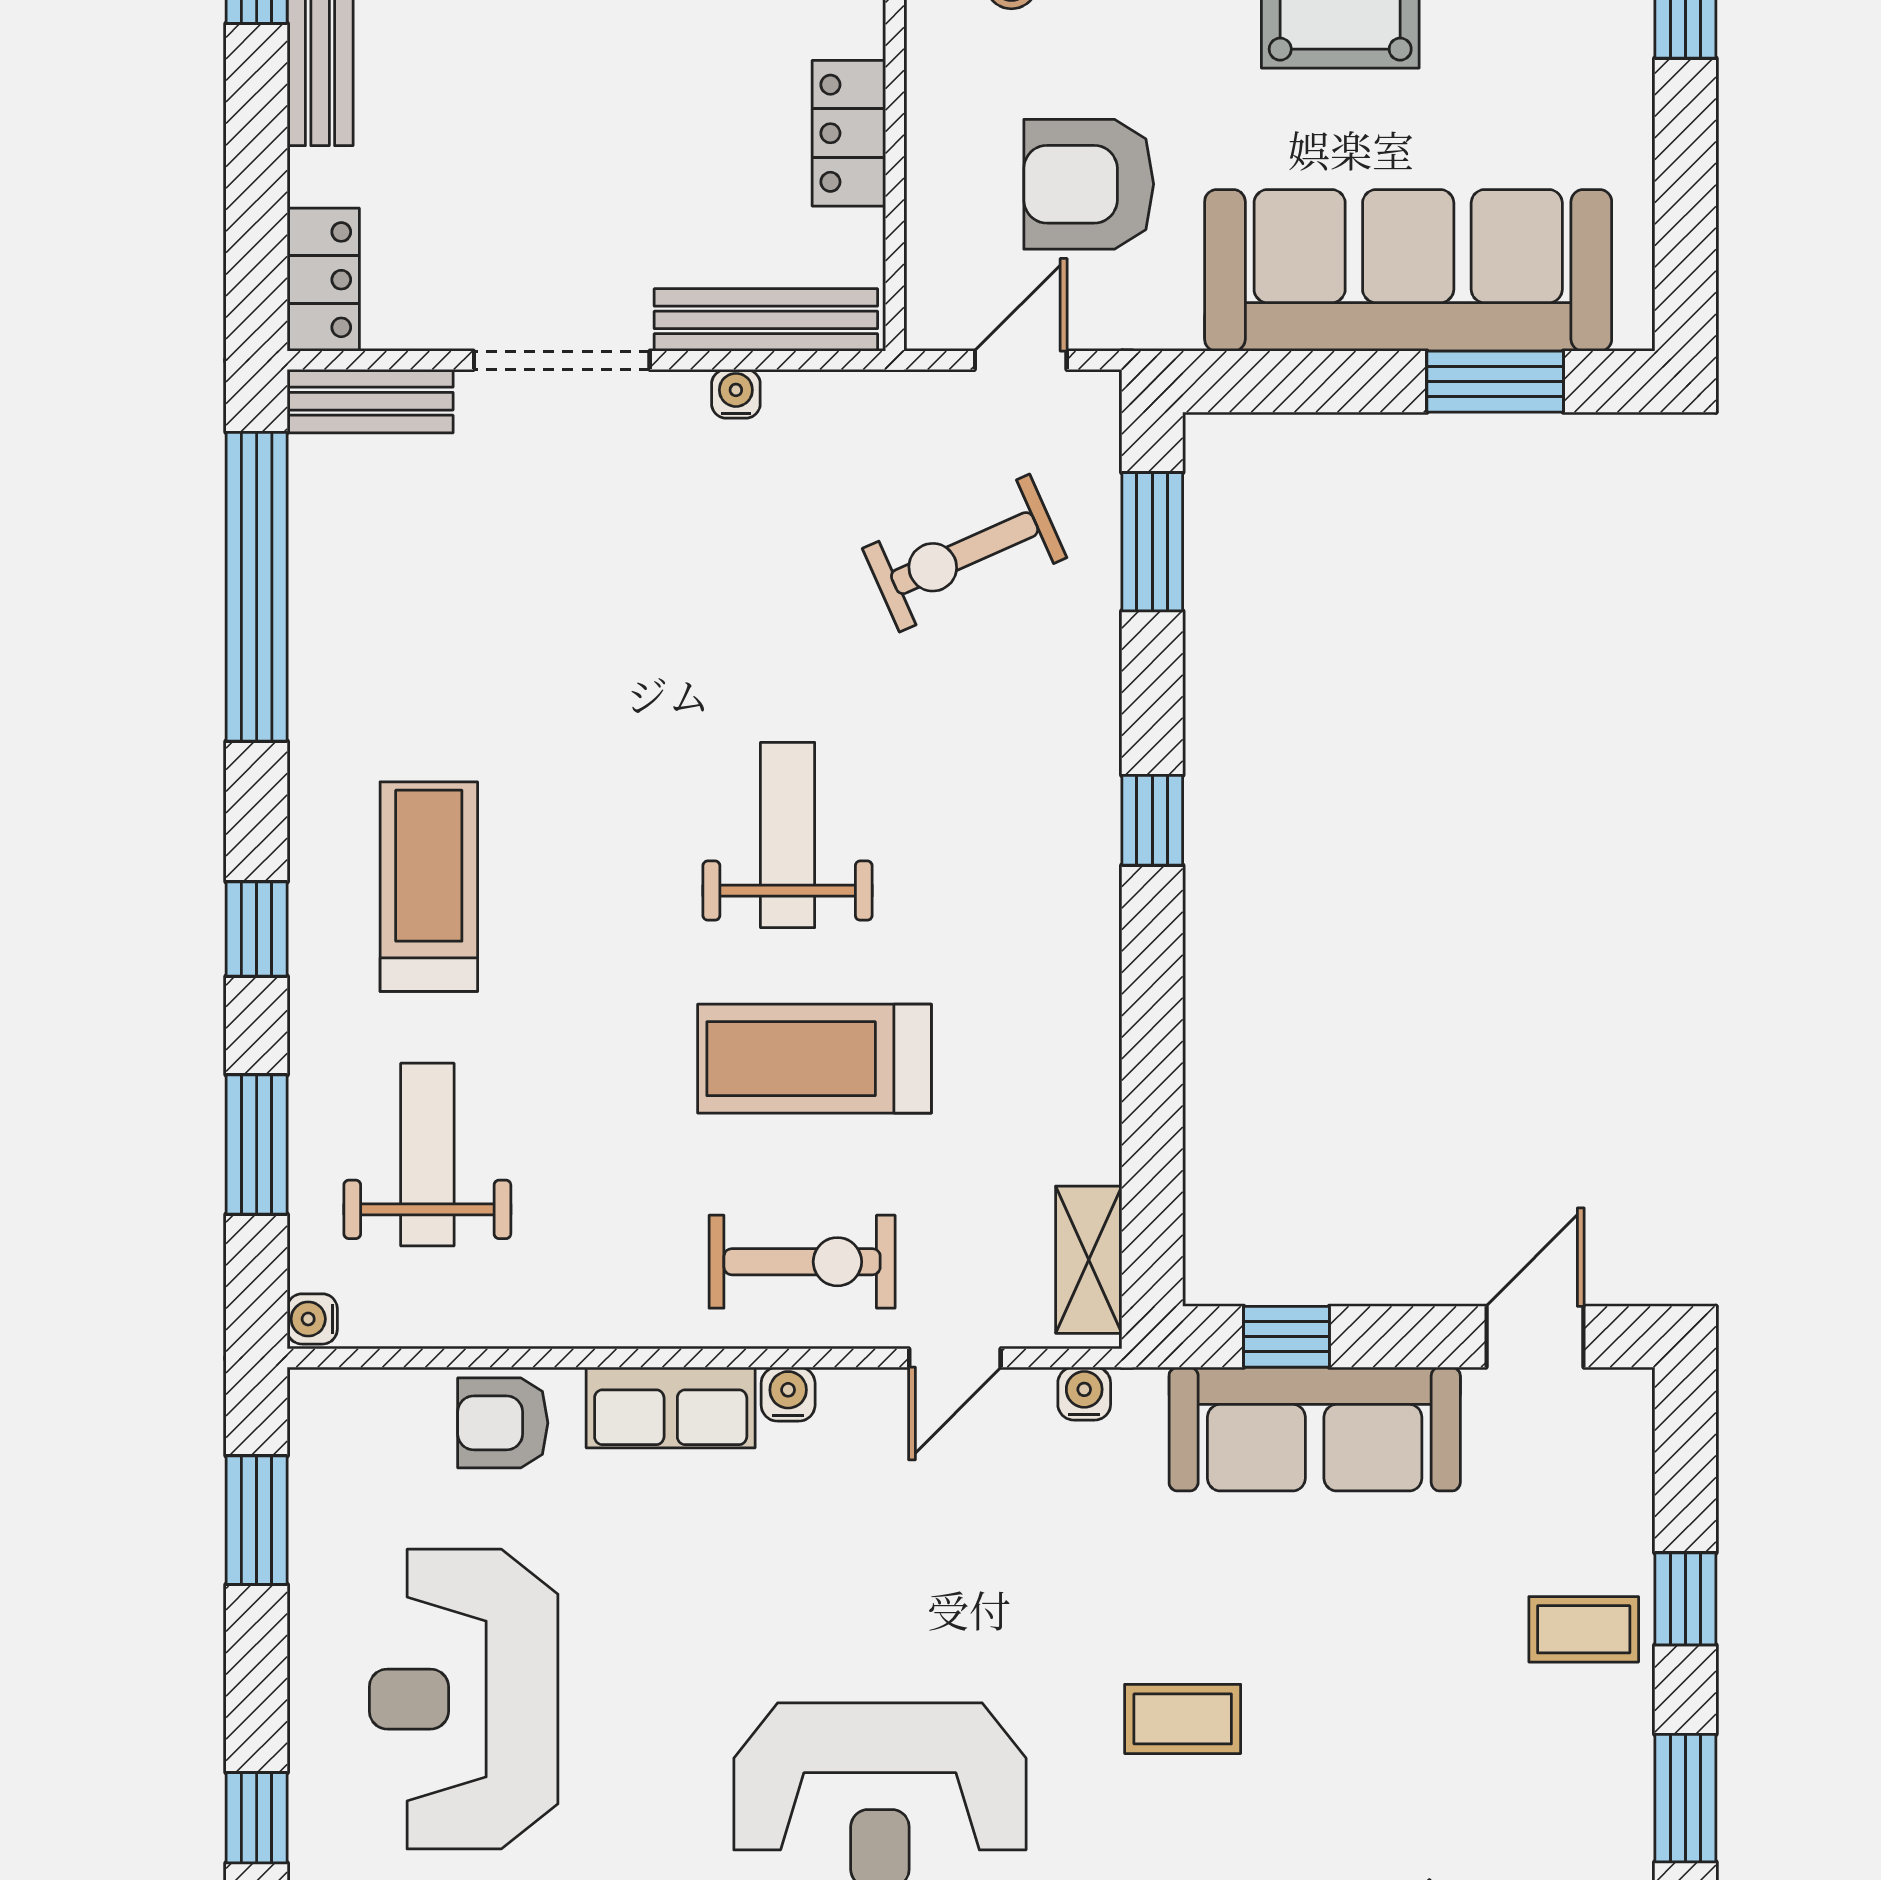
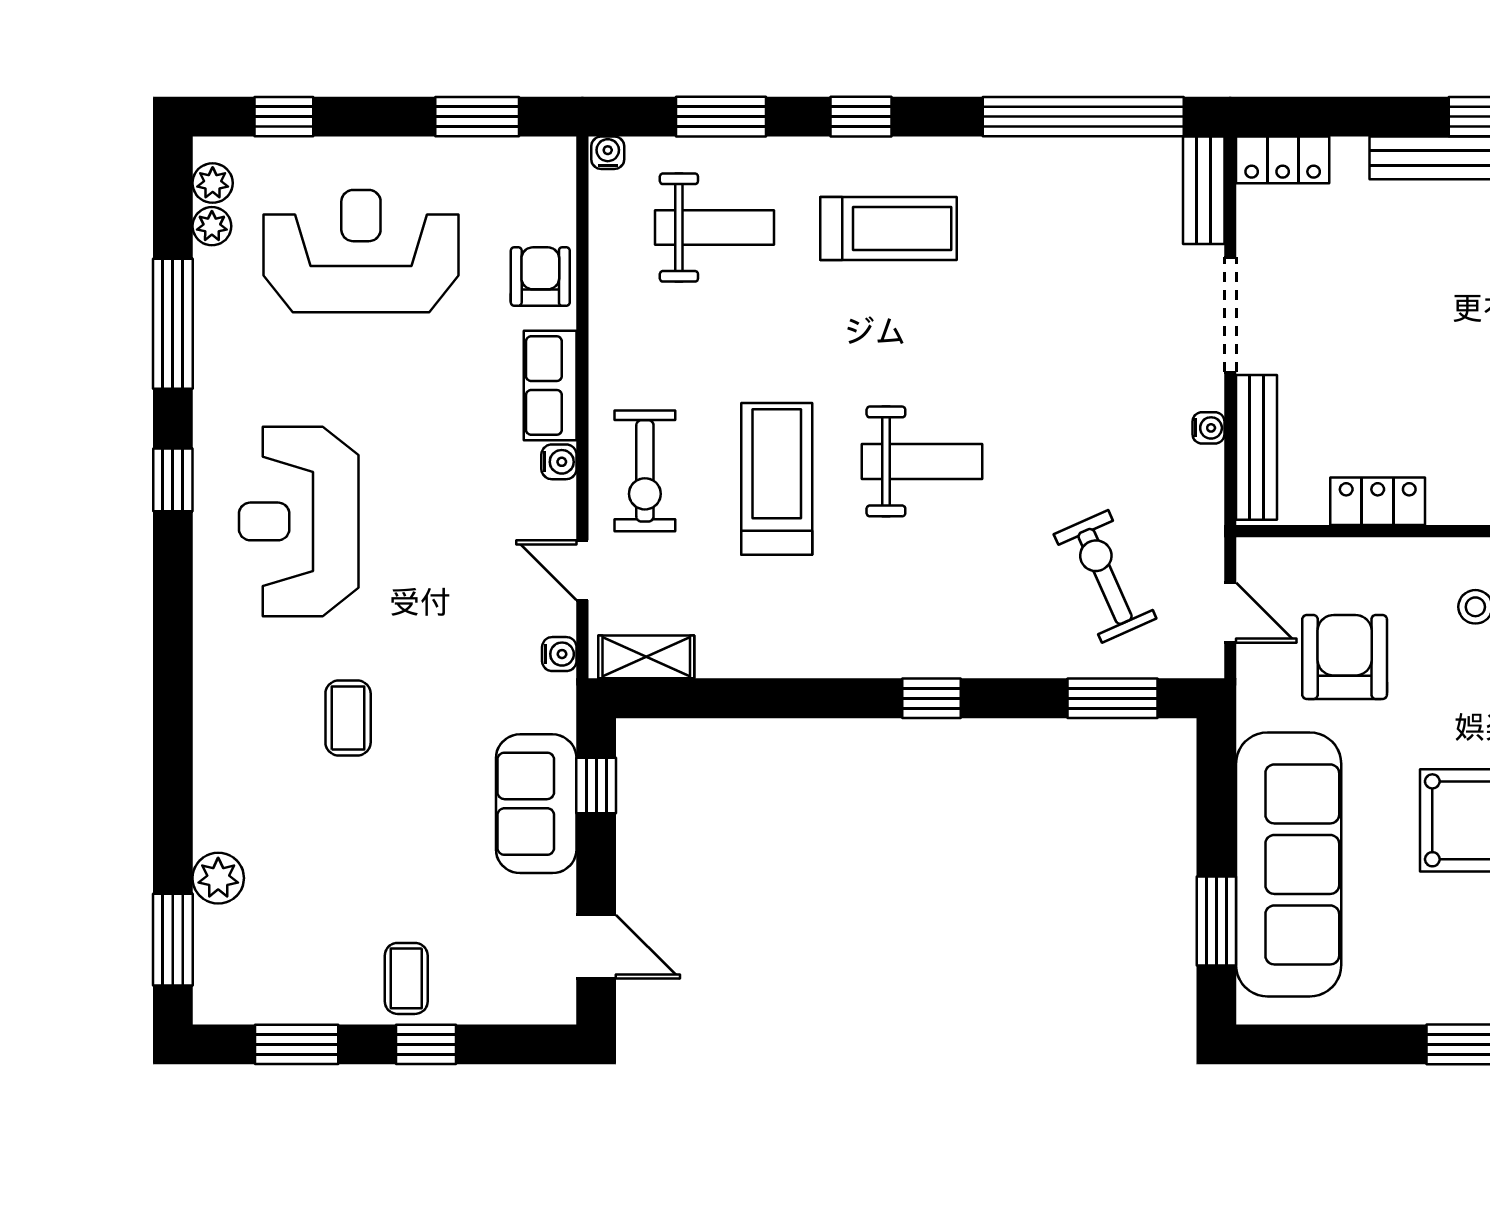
sofa: (1315, 1429) -> (536, 804), width x0.73

